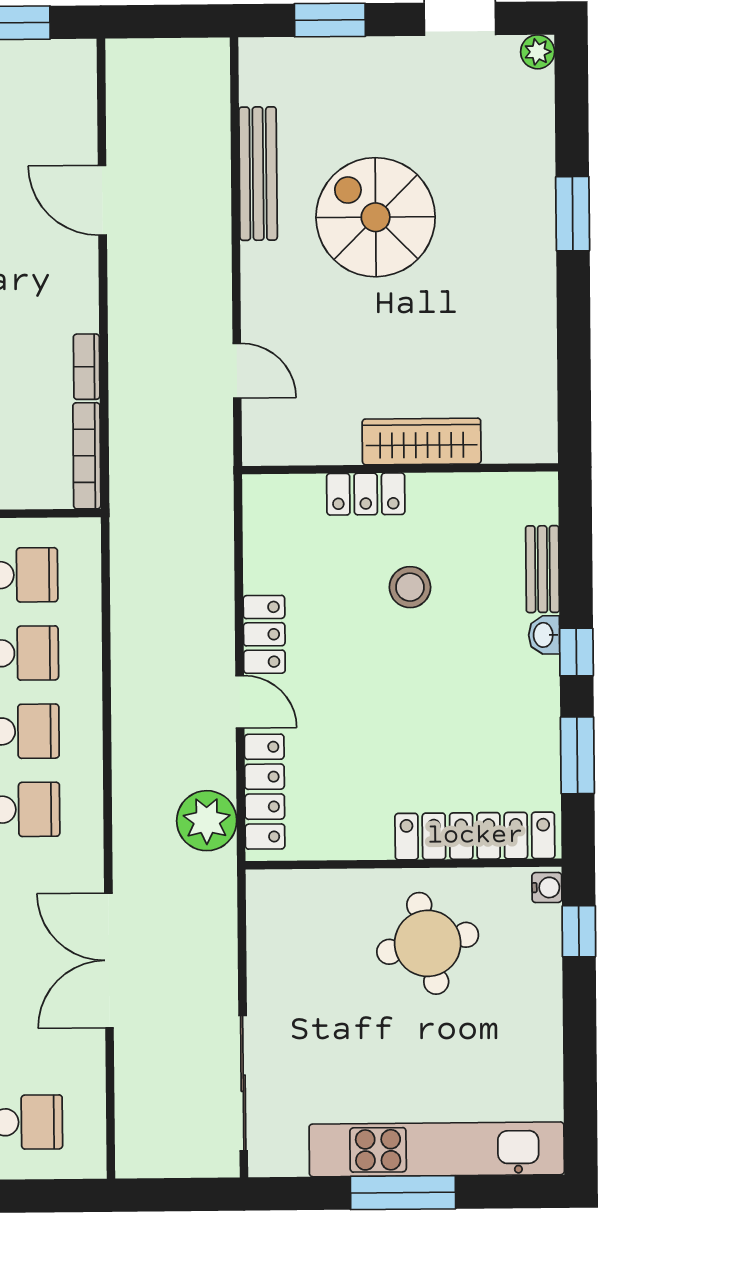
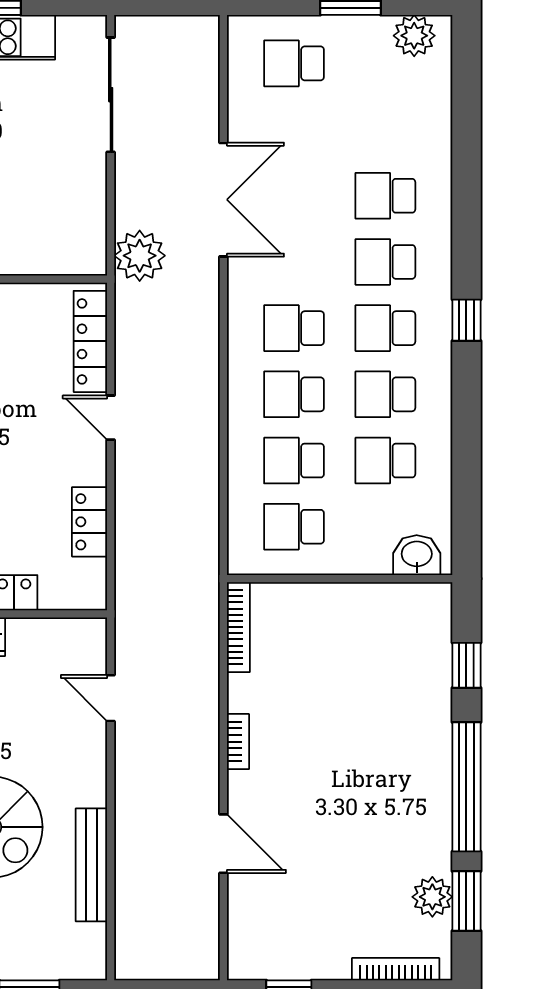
bookcase: (87, 367) -> (238, 742), moved
locker: (264, 634) -> (90, 522), moved
plant: (207, 821) -> (140, 256), moved

